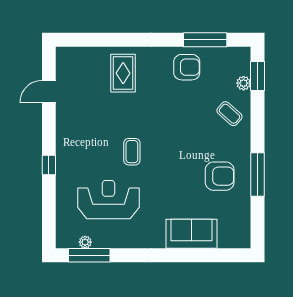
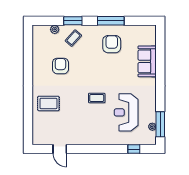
window: (205, 40) -> (28, 53), removed
armchair: (187, 67) -> (60, 66), moved
window: (258, 76) -> (73, 21), moved
window: (49, 165) -> (134, 149), moved

